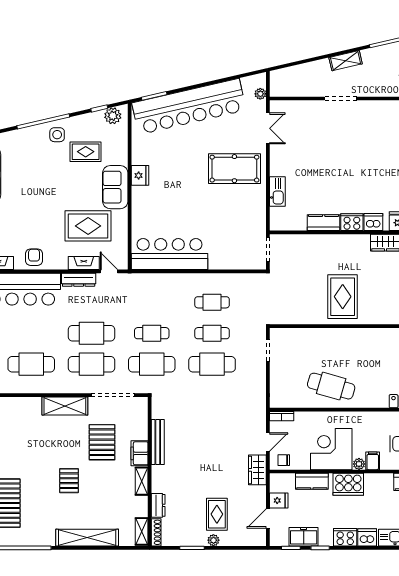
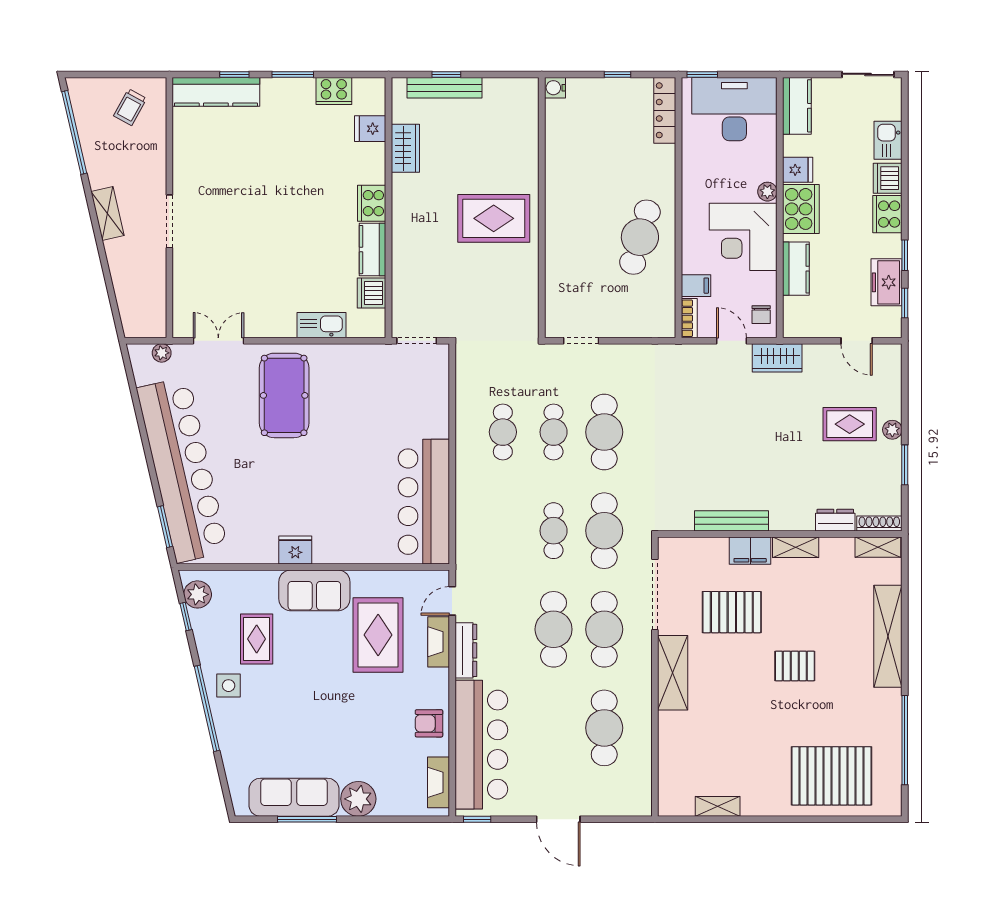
dishwasher: (373, 222) -> (371, 293), moved
filing cabinet: (373, 461) -> (696, 286), moved, turned 180
fridge: (279, 500) -> (798, 170), moved, turned 90

